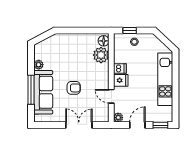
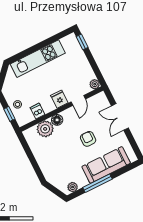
floor lamp: (104, 41) -> (57, 120), moved
plant: (39, 65) -> (73, 187), moved
dishwasher: (120, 69) -> (37, 111), moved
window: (31, 90) -> (98, 183), moved
door: (137, 125) -> (93, 63), removed

